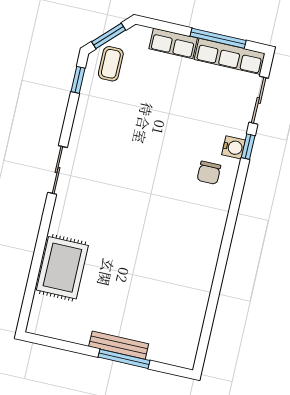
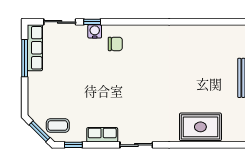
row of seats: (173, 43) -> (102, 135), moved, turned -90

